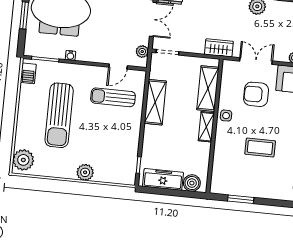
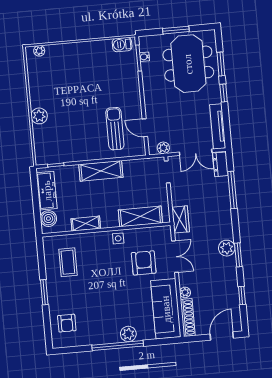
water cooler: (70, 55) -> (144, 57), moved
shelving: (155, 102) -> (101, 171), moved
sun lounger: (59, 115) -> (88, 81), removed
shelving: (206, 127) -> (86, 224), moved
coffee table: (260, 147) -> (68, 262), moved
plant: (23, 160) -> (39, 51), width x0.53, depth x0.53
window: (241, 199) -> (44, 292), moved

